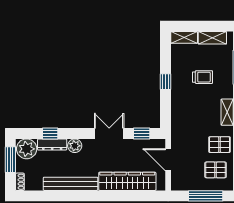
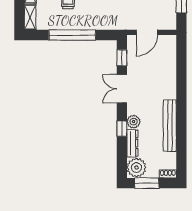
window: (165, 82) -> (72, 35), width x3.17
window: (50, 134) -> (122, 129), moved
wardrobe: (127, 181) -> (167, 71), removed

